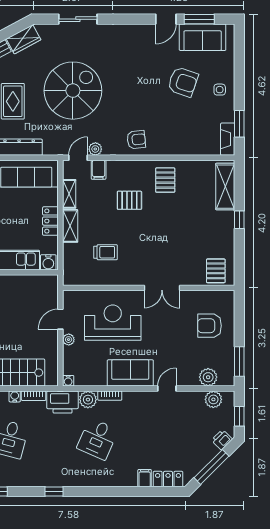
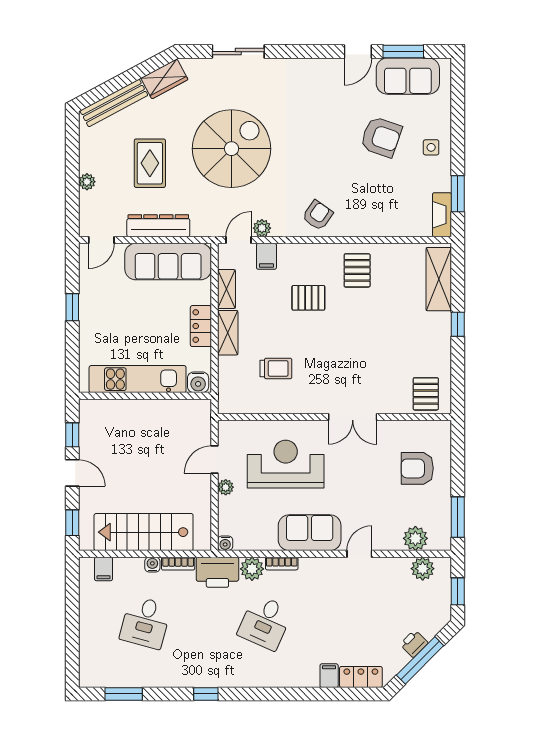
armchair: (136, 140) -> (318, 215), turned -49
printer: (222, 440) -> (414, 644), moved

